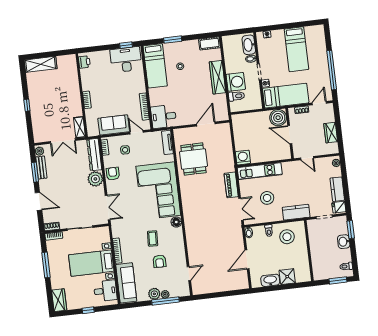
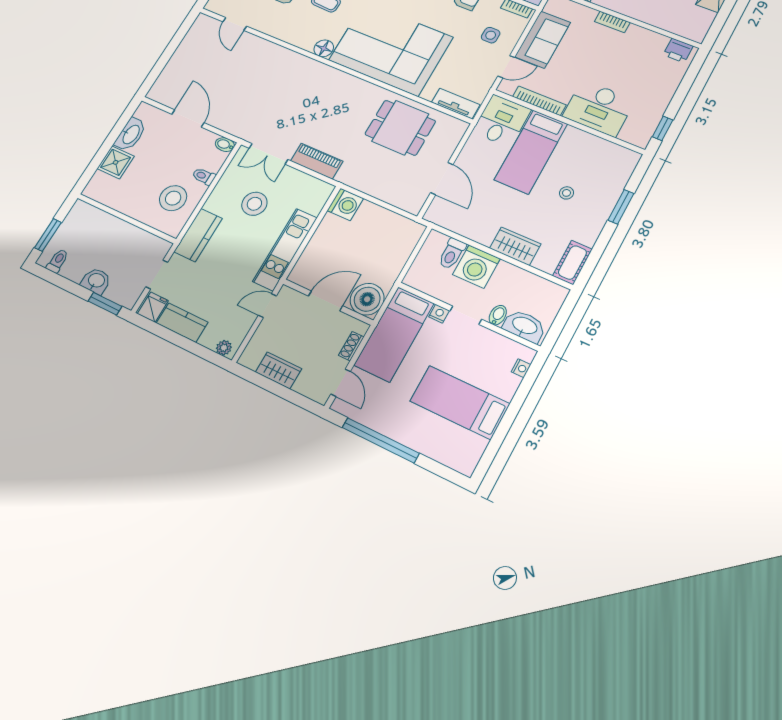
desk: (126, 60) -> (599, 108), moved, turned 90
bed: (155, 66) -> (531, 152), moved, turned -90
wardrobe: (218, 77) -> (515, 246), width x0.67
kitchen unit: (260, 171) -> (285, 250), moved

